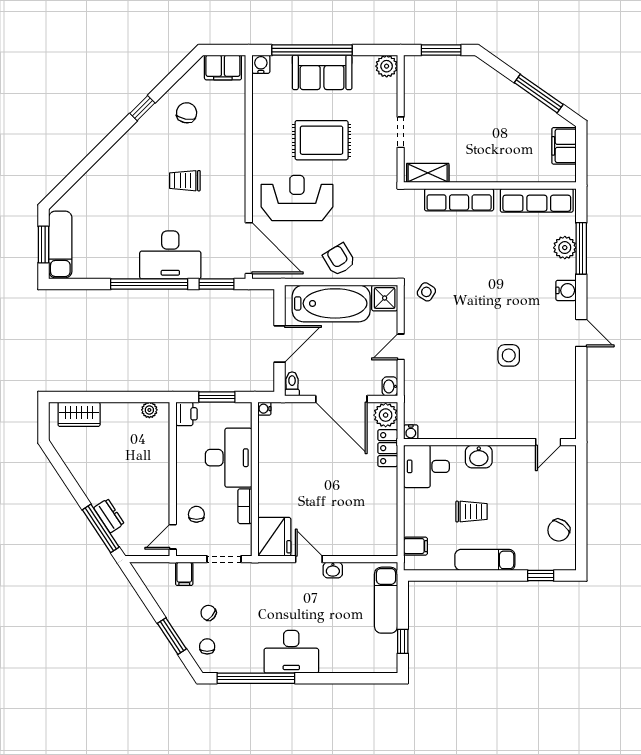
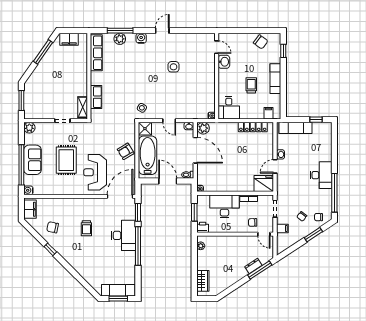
row of seats: (459, 200) -> (96, 97), width x0.68
door: (341, 399) -> (195, 150), hinge flipped
locker: (388, 448) -> (253, 127), moved, width x1.53
washbasin: (479, 457) -> (224, 62), moved

